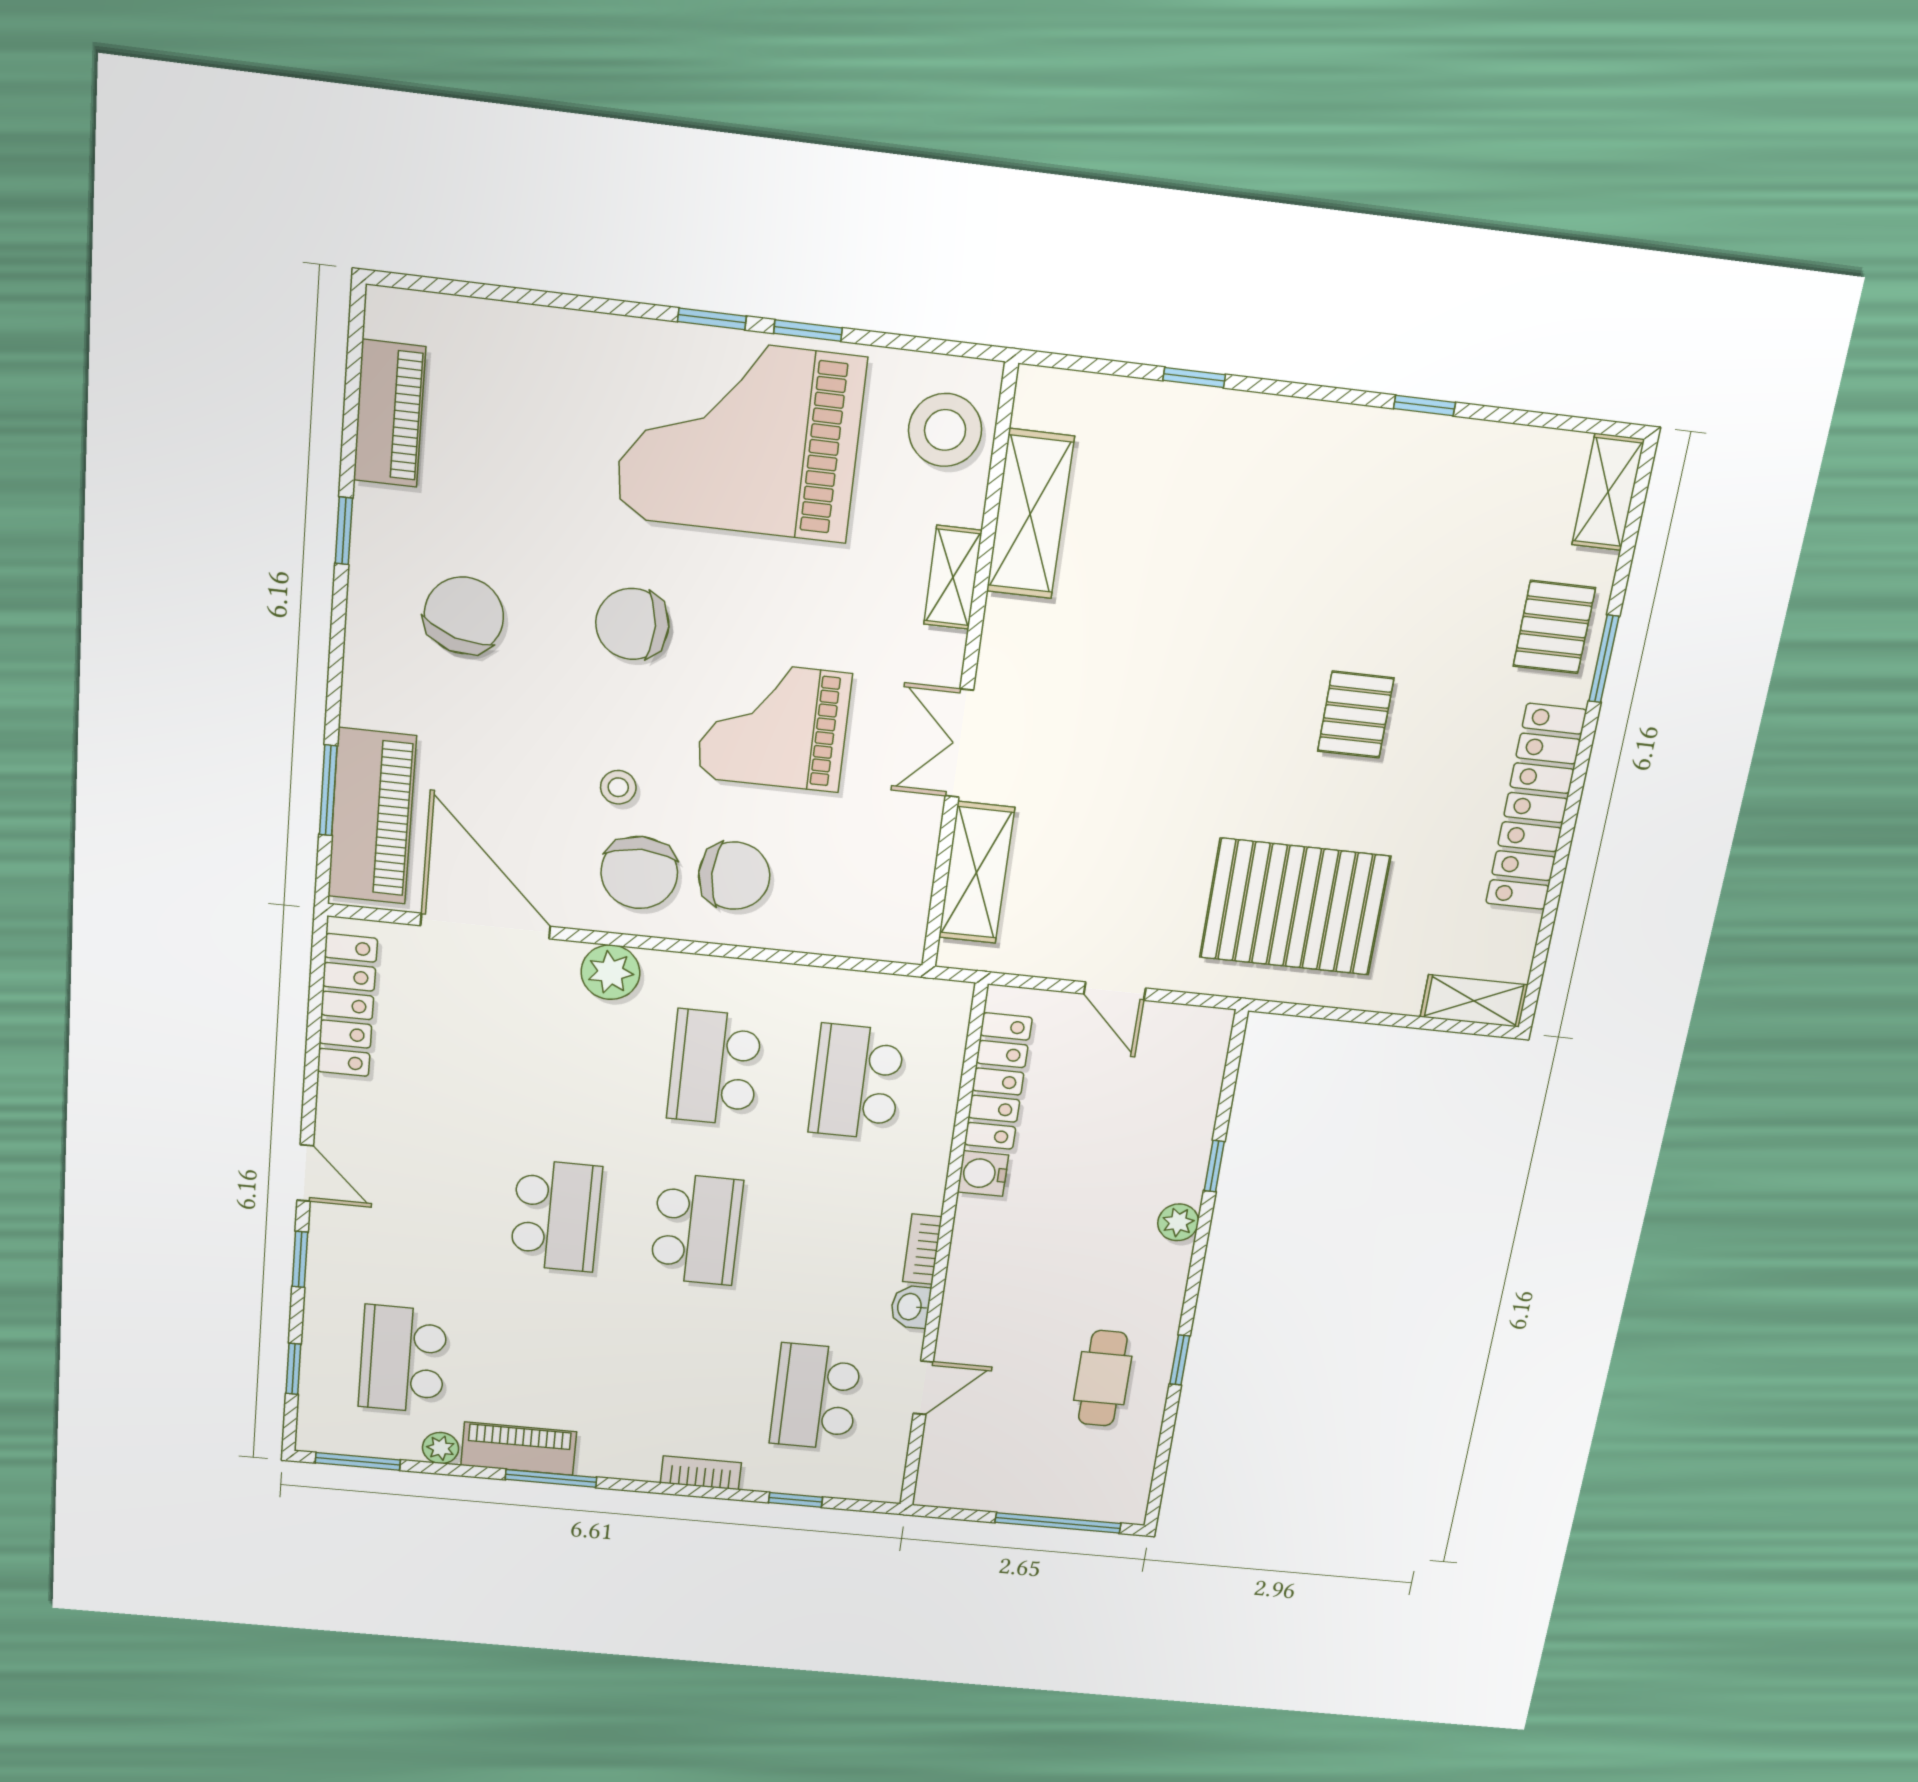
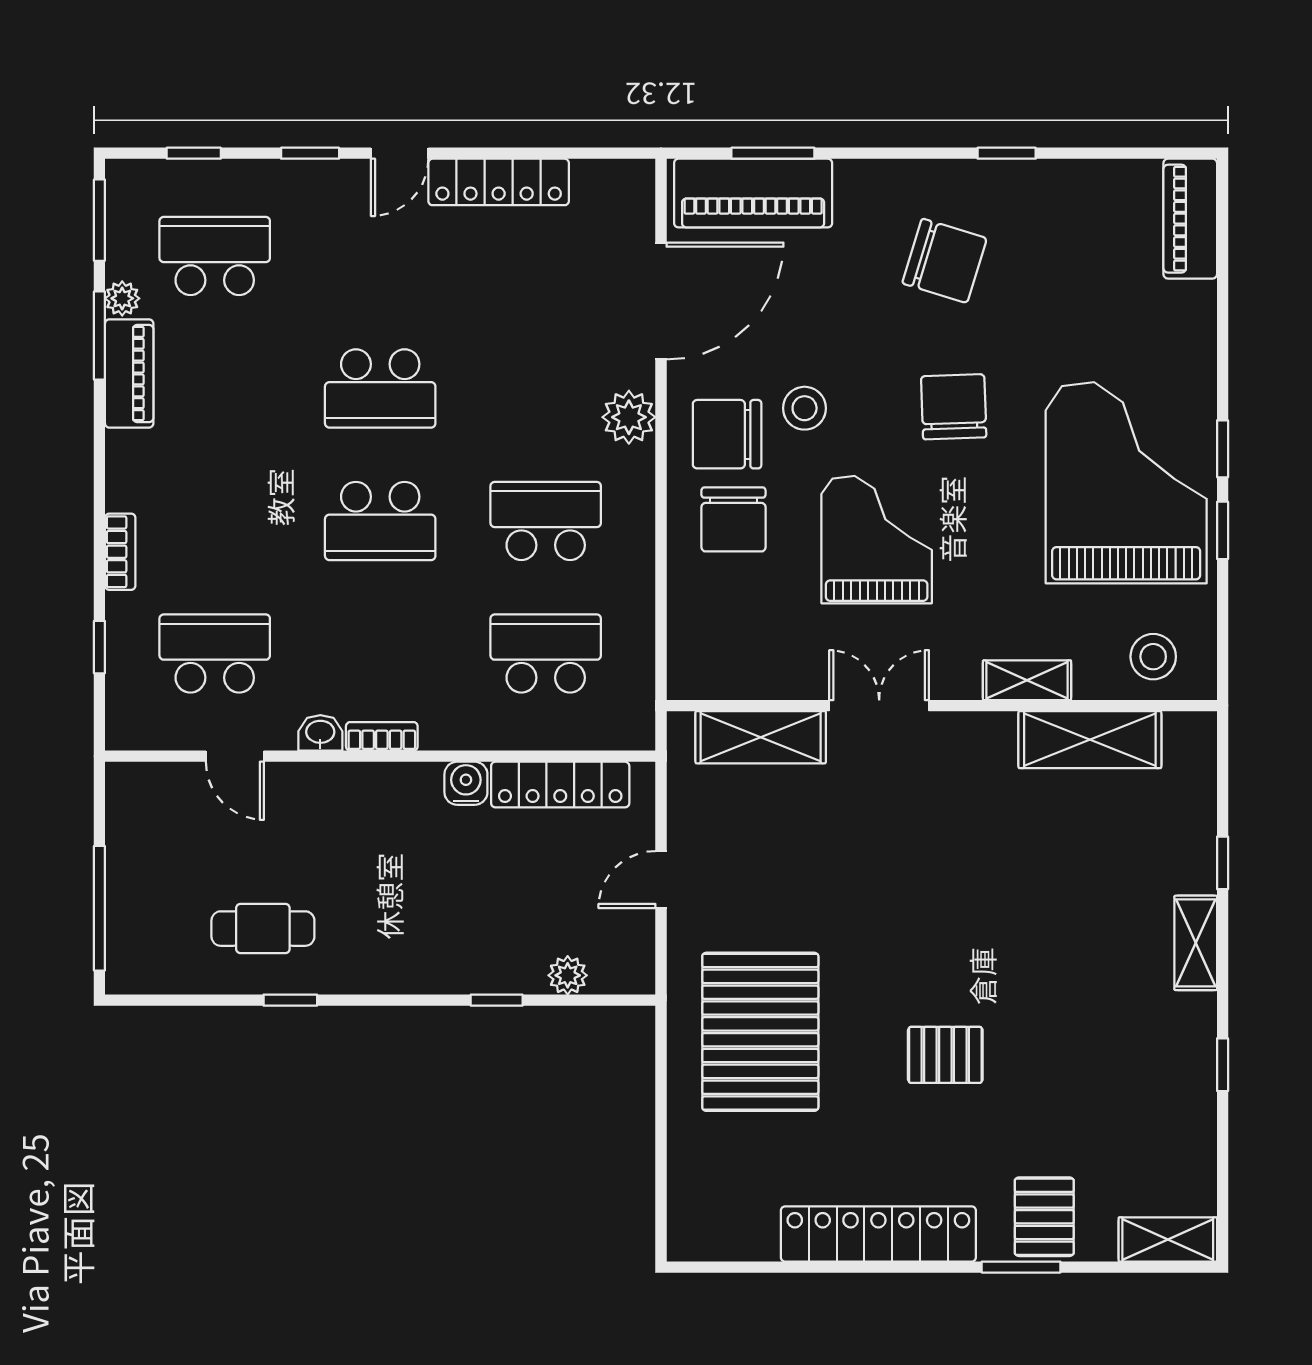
piano: (389, 414) -> (1190, 219), moved, turned 90
stool: (945, 430) -> (1153, 657), width x0.73, depth x0.73
pallet: (1554, 627) -> (1044, 1217), turned 90
stool: (618, 787) -> (805, 408), width x1.37, depth x1.37
shelving: (1474, 1001) -> (1196, 943), moved
locker: (347, 1005) -> (499, 182), moved
plant: (1178, 1222) -> (568, 975), moved
window: (551, 1478) -> (99, 336), moved

